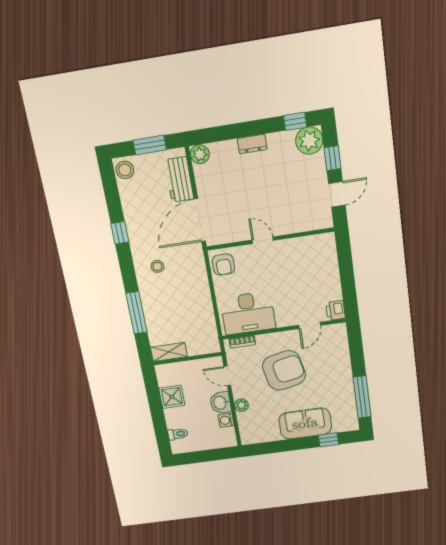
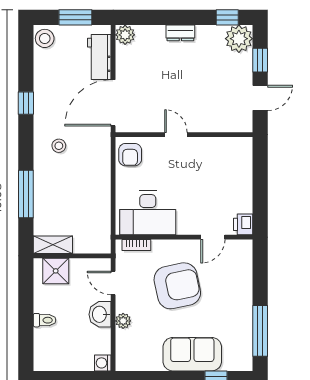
shower: (172, 397) -> (56, 271), moved
washing machine: (226, 420) -> (103, 363), moved
toilet: (178, 434) -> (45, 320), moved

